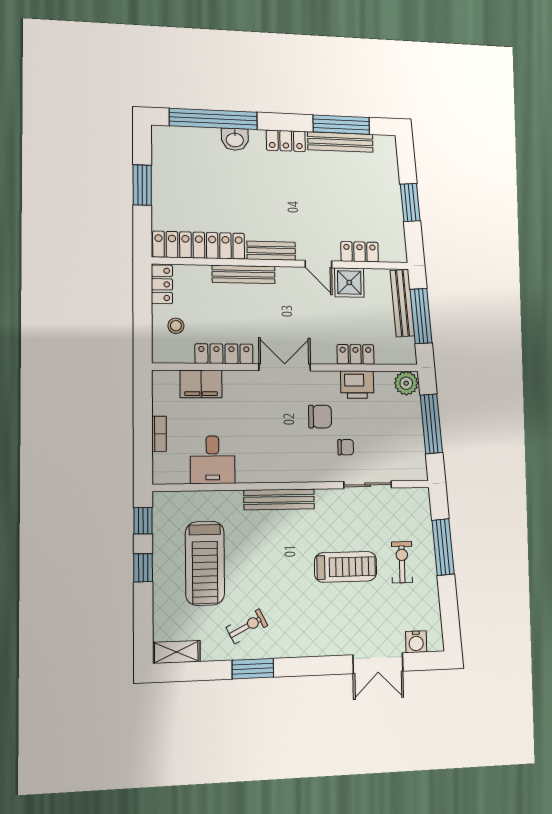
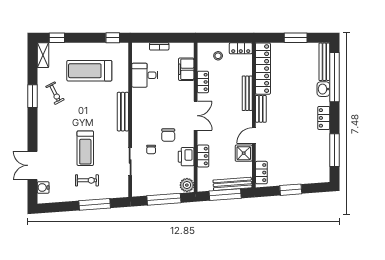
bench: (340, 142) -> (324, 62), moved
locker: (360, 252) -> (261, 173), moved
locker: (224, 354) -> (203, 82), width x0.66
window: (143, 568) -> (57, 38), moved

